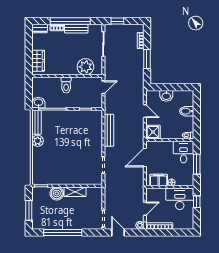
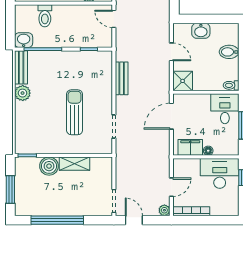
toilet: (66, 85) -> (45, 16), moved
door: (103, 87) -> (114, 19), swing flipped
bench: (109, 130) -> (122, 78), width x0.73
sun lounger: (75, 155) -> (75, 112), added

